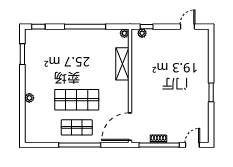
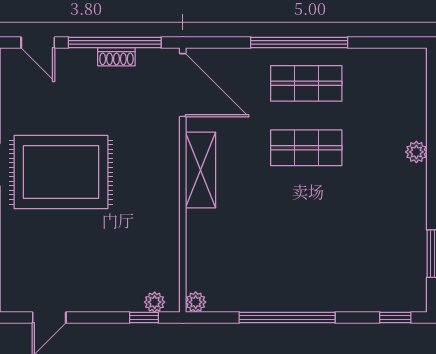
shelving: (122, 64) -> (200, 170), moved
rug: (182, 89) -> (61, 172), added
shop shelf: (77, 100) -> (306, 148), width x0.70, depth x0.74
door: (130, 127) -> (183, 85), hinge flipped
door: (192, 145) -> (38, 42), hinge flipped

